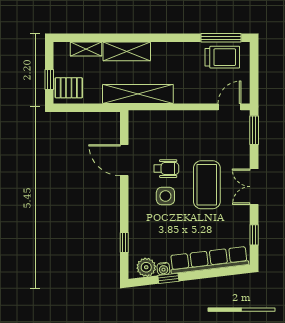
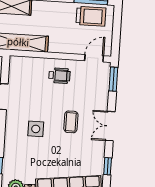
wheelchair: (166, 169) -> (59, 76), moved
coffee table: (207, 185) -> (71, 122), width x0.54, depth x0.58

